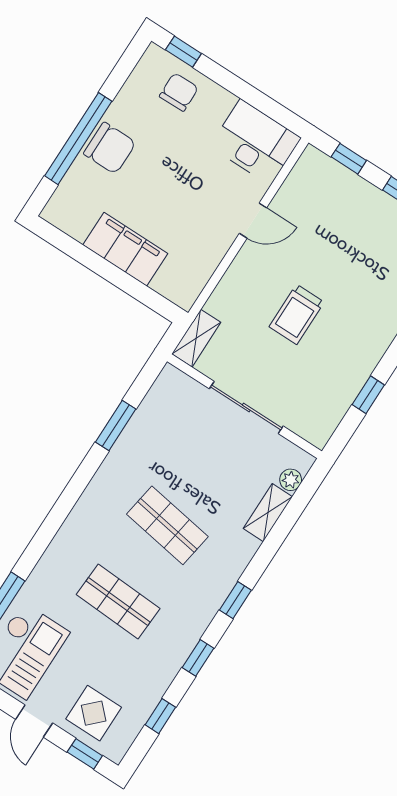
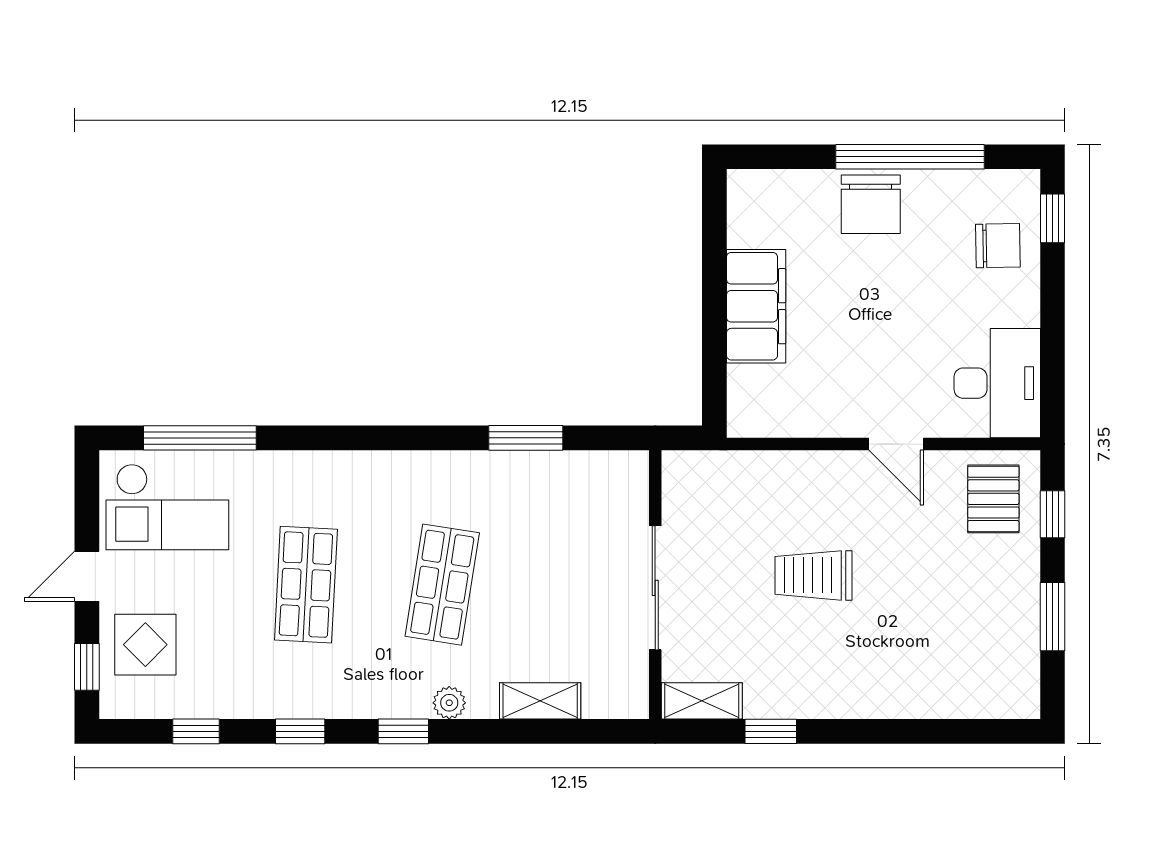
window: (78, 139) -> (910, 157), moved
pallet: (319, 186) -> (993, 499), added
shelving: (196, 338) -> (702, 701), moved
plant: (291, 480) -> (449, 703), moved

